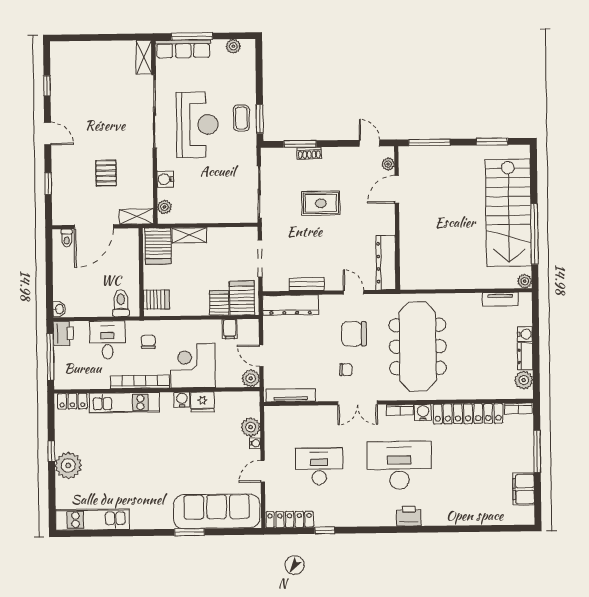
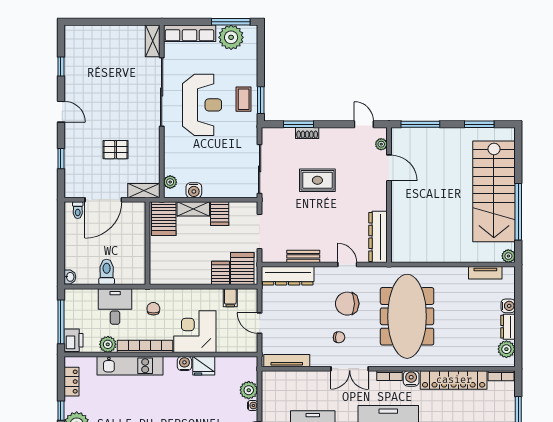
window: (192, 36) -> (231, 22), moved
plant: (233, 46) -> (231, 37), width x1.88, depth x1.88
pallet: (106, 173) -> (116, 150), turned 90
water cooler: (165, 179) -> (194, 190), moved, turned -90
door: (397, 189) -> (389, 168), swing flipped
server rack: (156, 300) -> (220, 214), moved, turned 90
toilet: (121, 303) -> (107, 272), moved
printer: (63, 333) -> (74, 340), moved
plant: (251, 378) -> (108, 344), moved
locker: (72, 401) -> (71, 382), moved, turned -90

